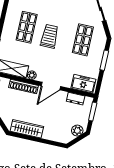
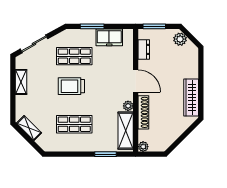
trolley: (50, 36) -> (71, 86), moved
freezer: (83, 84) -> (109, 37), moved, turned -90

